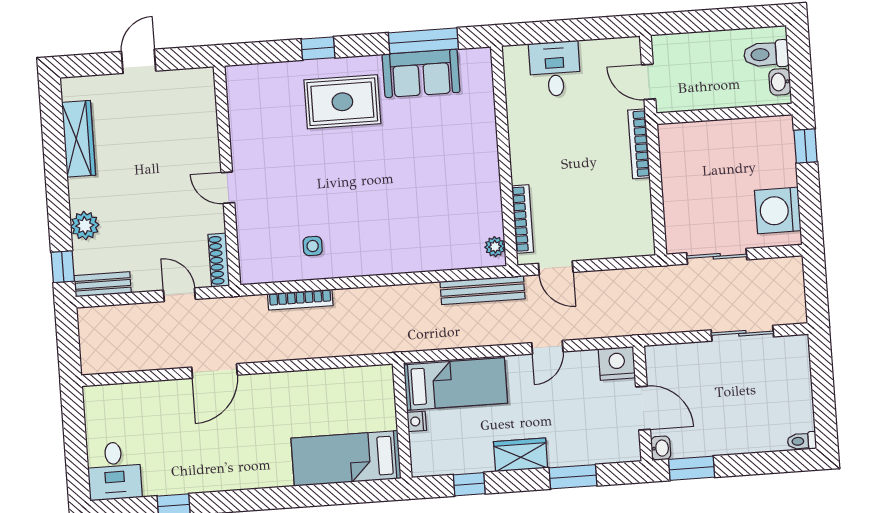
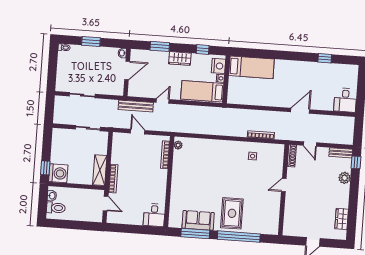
window: (318, 48) -> (239, 237), width x3.17
desk: (555, 69) -> (154, 215), moved
rug: (342, 102) -> (232, 213), turned 90
wardrobe: (79, 139) -> (342, 219), width x0.67
shelving: (674, 160) -> (100, 170), added
door: (228, 188) -> (284, 185), swing flipped
washing machine: (778, 211) -> (58, 173), moved
door: (556, 268) -> (138, 132), moved
bench: (482, 290) -> (136, 106), moved
nightstand: (617, 363) -> (219, 66), moved, turned -90
door: (643, 408) -> (127, 70), swing flipped
window: (692, 468) -> (91, 41), moved
desk: (114, 471) -> (345, 100), moved, turned 180

